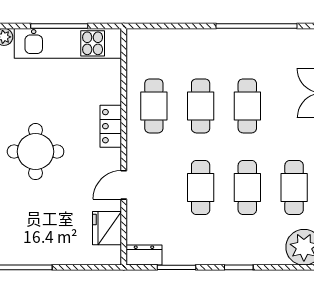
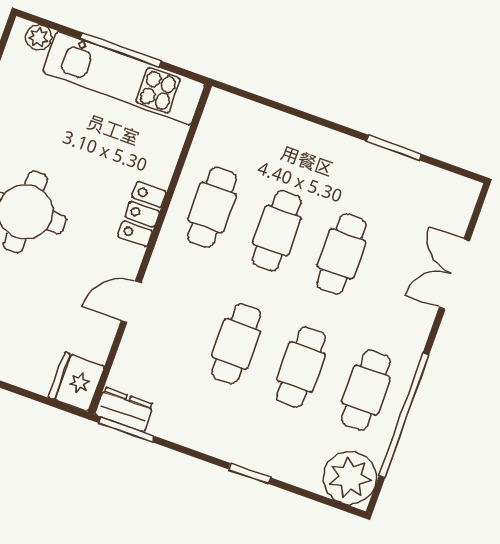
window: (257, 26) -> (394, 148), width x0.47
fridge: (107, 228) -> (76, 382), moved
window: (176, 267) -> (127, 429), moved

